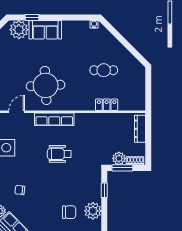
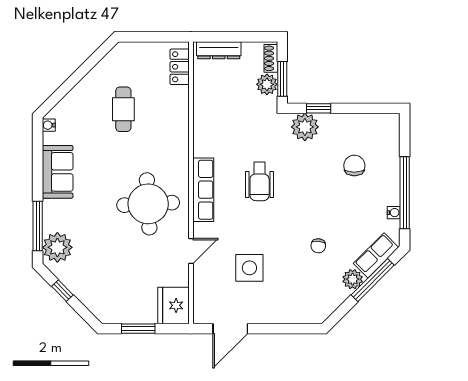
window: (32, 18) -> (38, 226), width x2.17
sofa: (45, 30) -> (58, 172), moved
locker: (107, 105) -> (180, 67), moved
door: (17, 112) -> (191, 251), swing flipped
plant: (93, 211) -> (305, 127), moved

